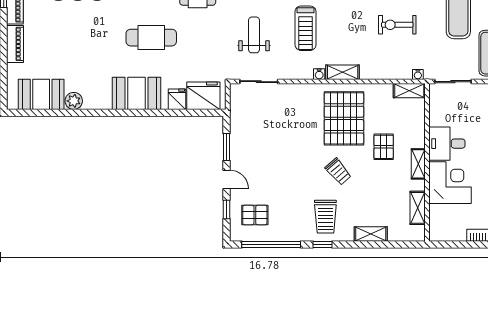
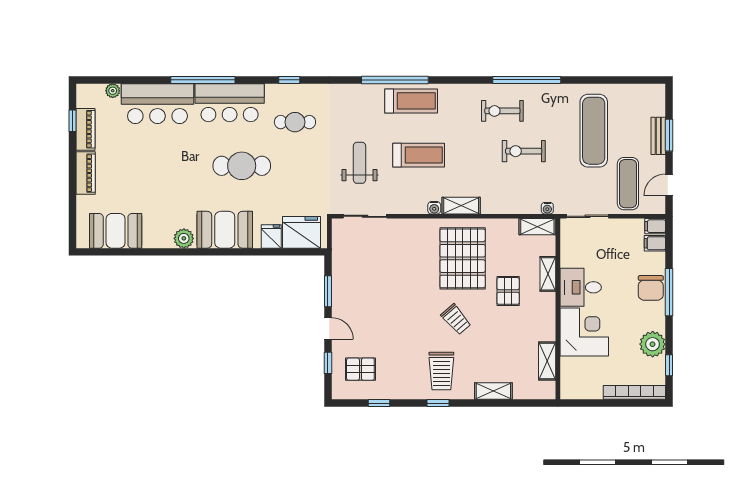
treadmill: (306, 28) -> (419, 155), turned -90
plant: (74, 101) -> (184, 238), moved
shelving: (418, 164) -> (548, 274), moved
window: (271, 245) -> (379, 403), width x0.32

